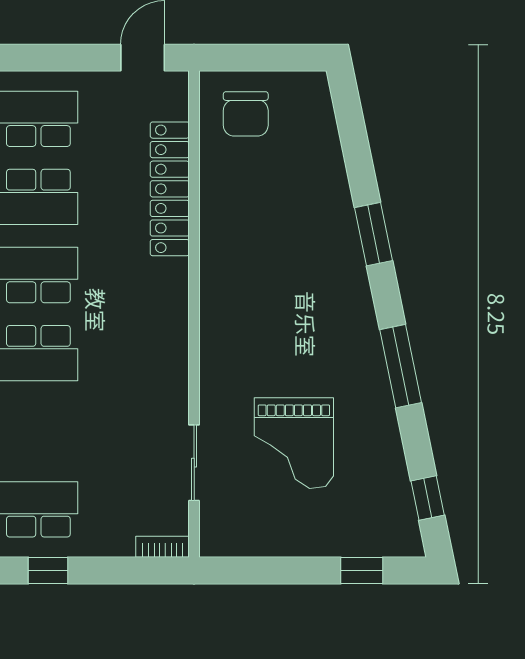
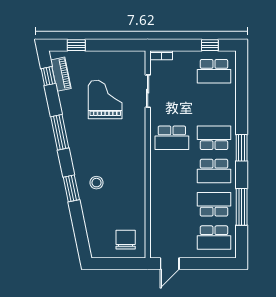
locker: (170, 189) -> (158, 208), removed
stool: (314, 248) -> (96, 183), added
school desk: (137, 353) -> (172, 138), added
piano: (398, 502) -> (61, 74), added

